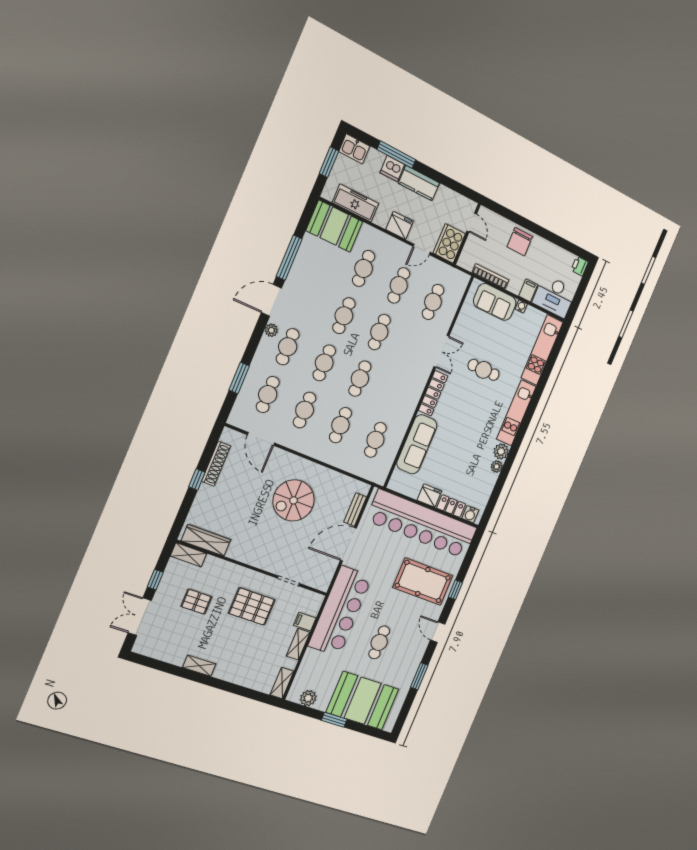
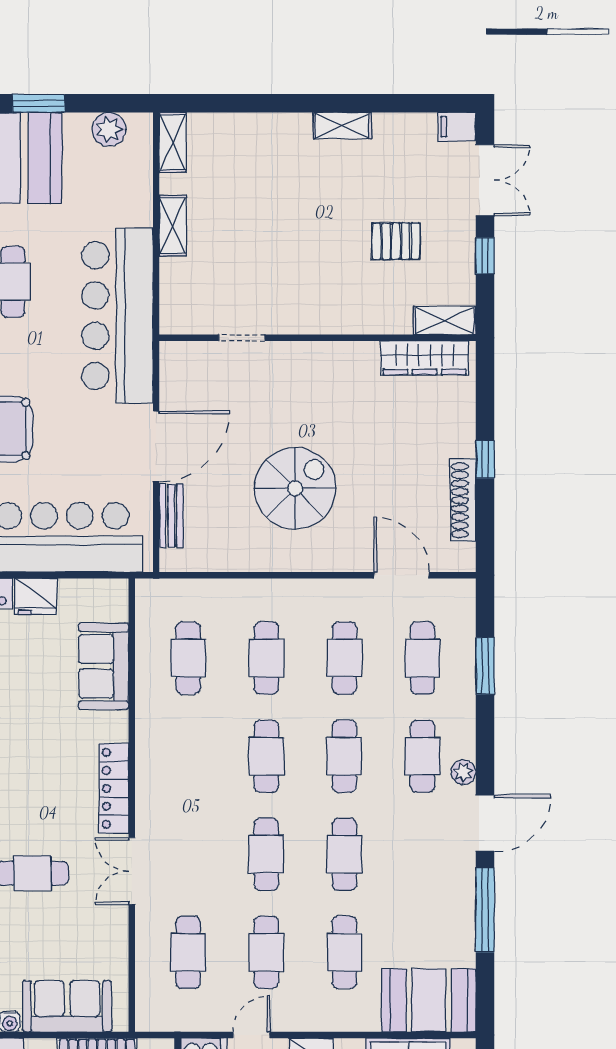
sofa: (417, 444) -> (104, 666), width x0.73
pallet: (252, 606) -> (291, 267), removed
filing cabinet: (305, 622) -> (457, 127), moved, turned 180

